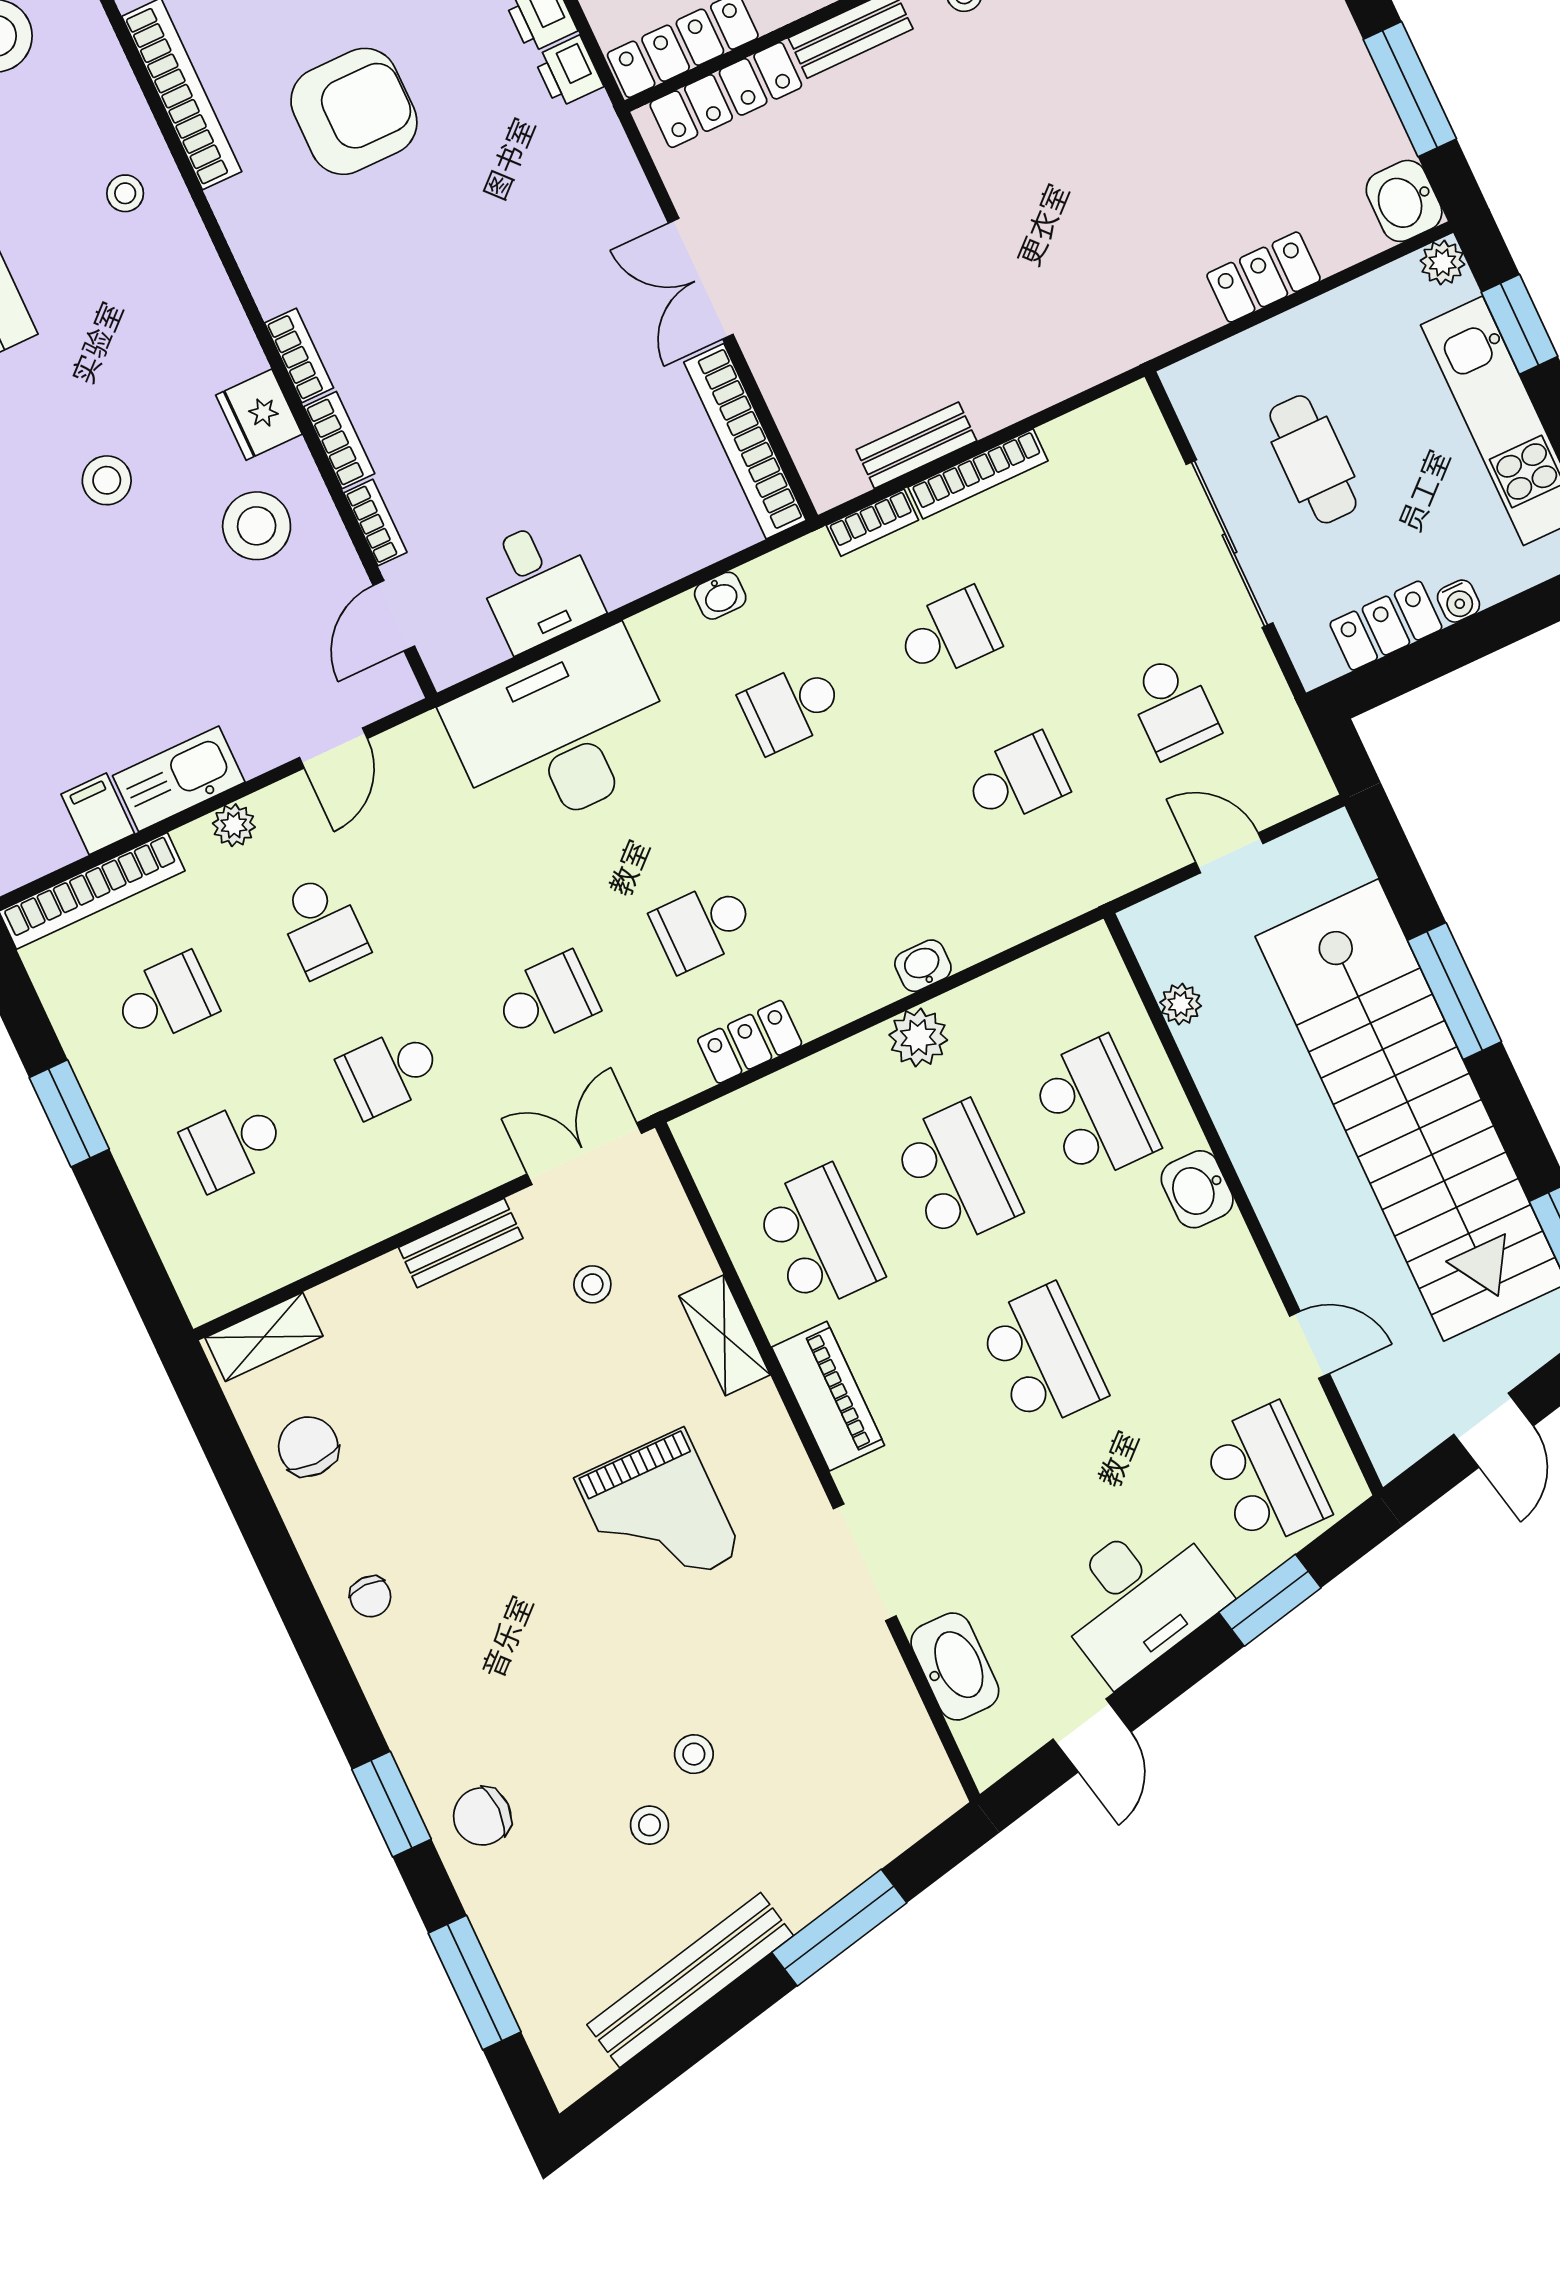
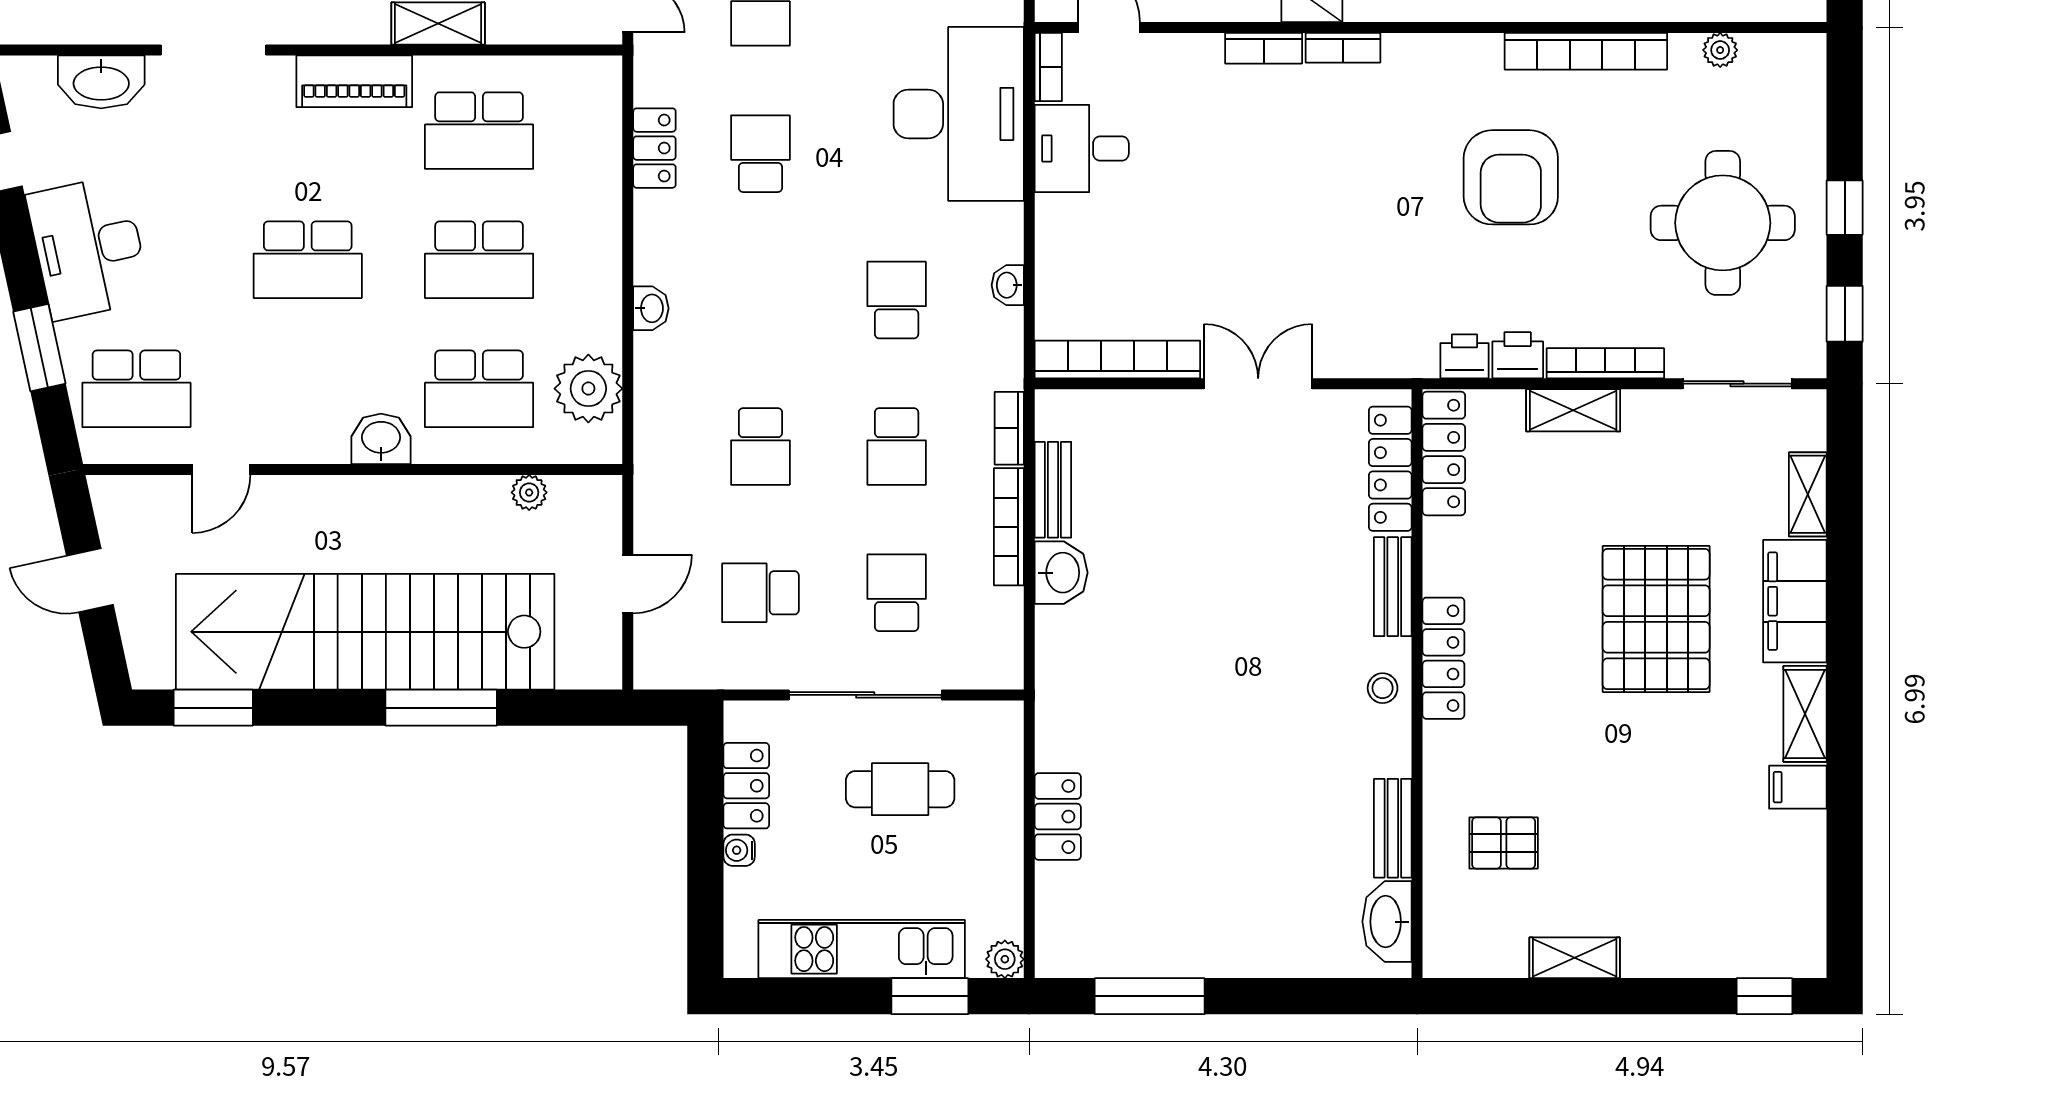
washbasin: (1404, 201) -> (1061, 573), moved, turned 90
bookcase: (375, 523) -> (1048, 67), moved, turned -90
school desk: (1105, 561) -> (897, 593), added
plant: (918, 1037) -> (588, 389), moved, width x1.36, depth x1.36

